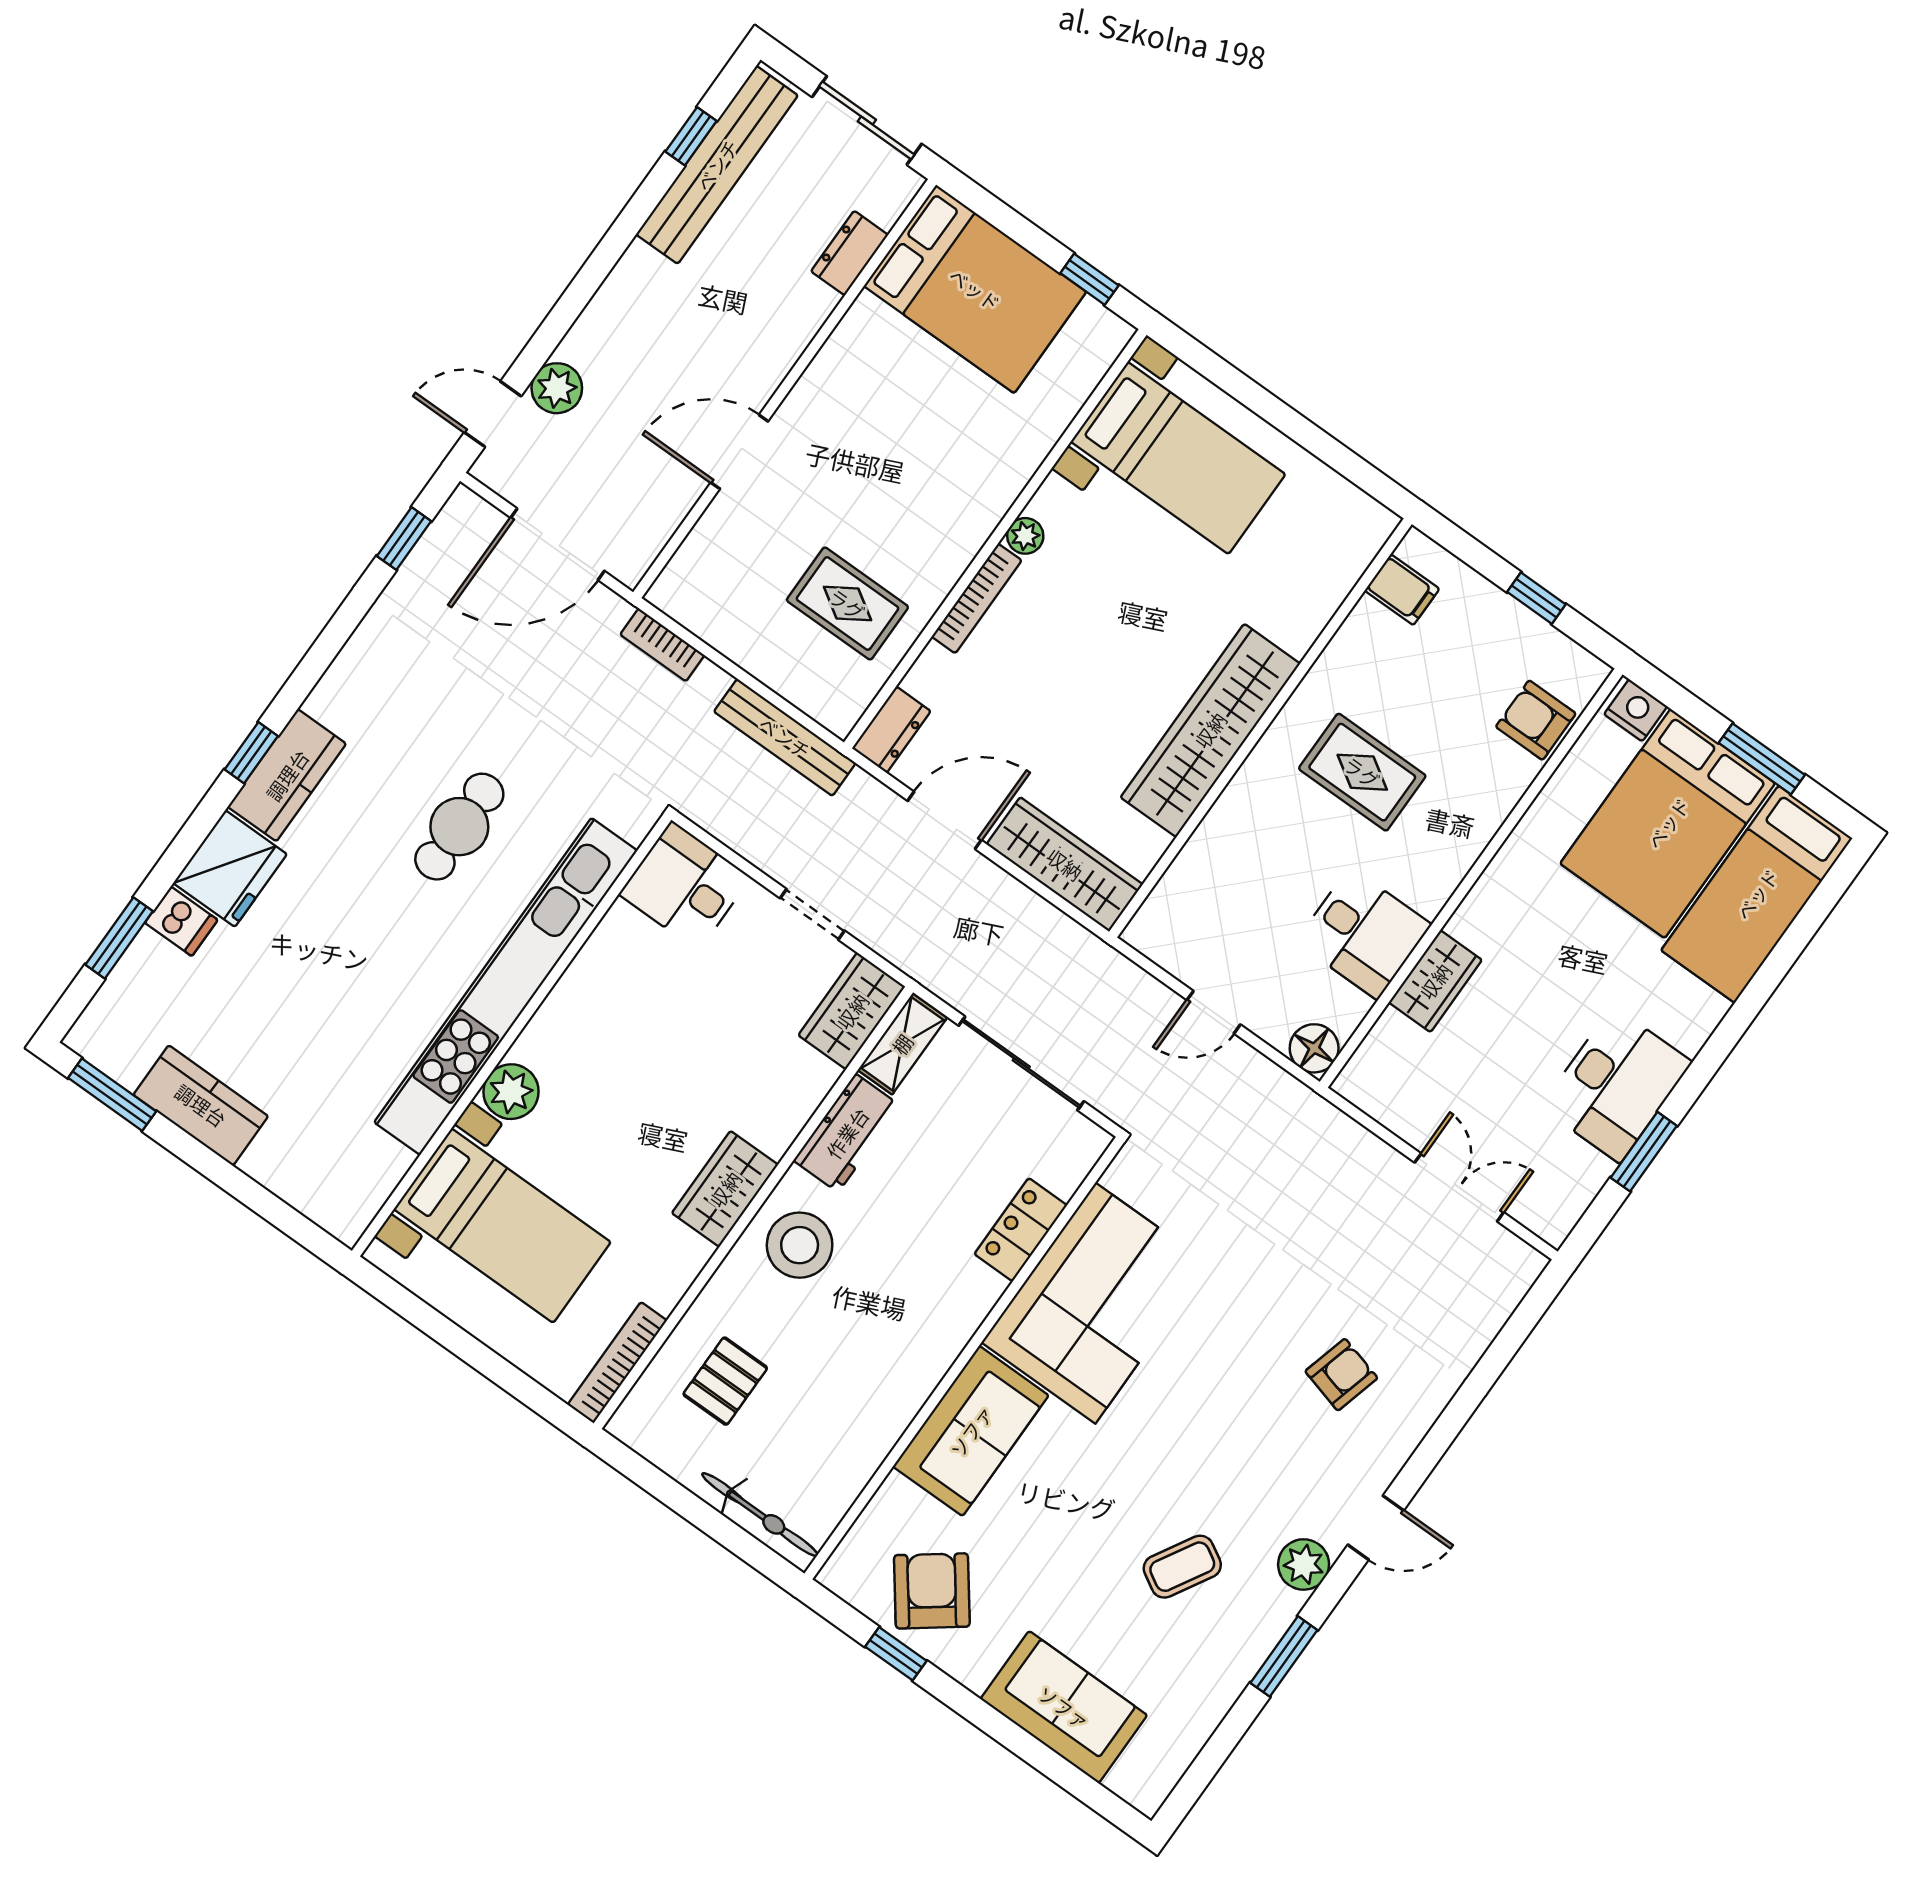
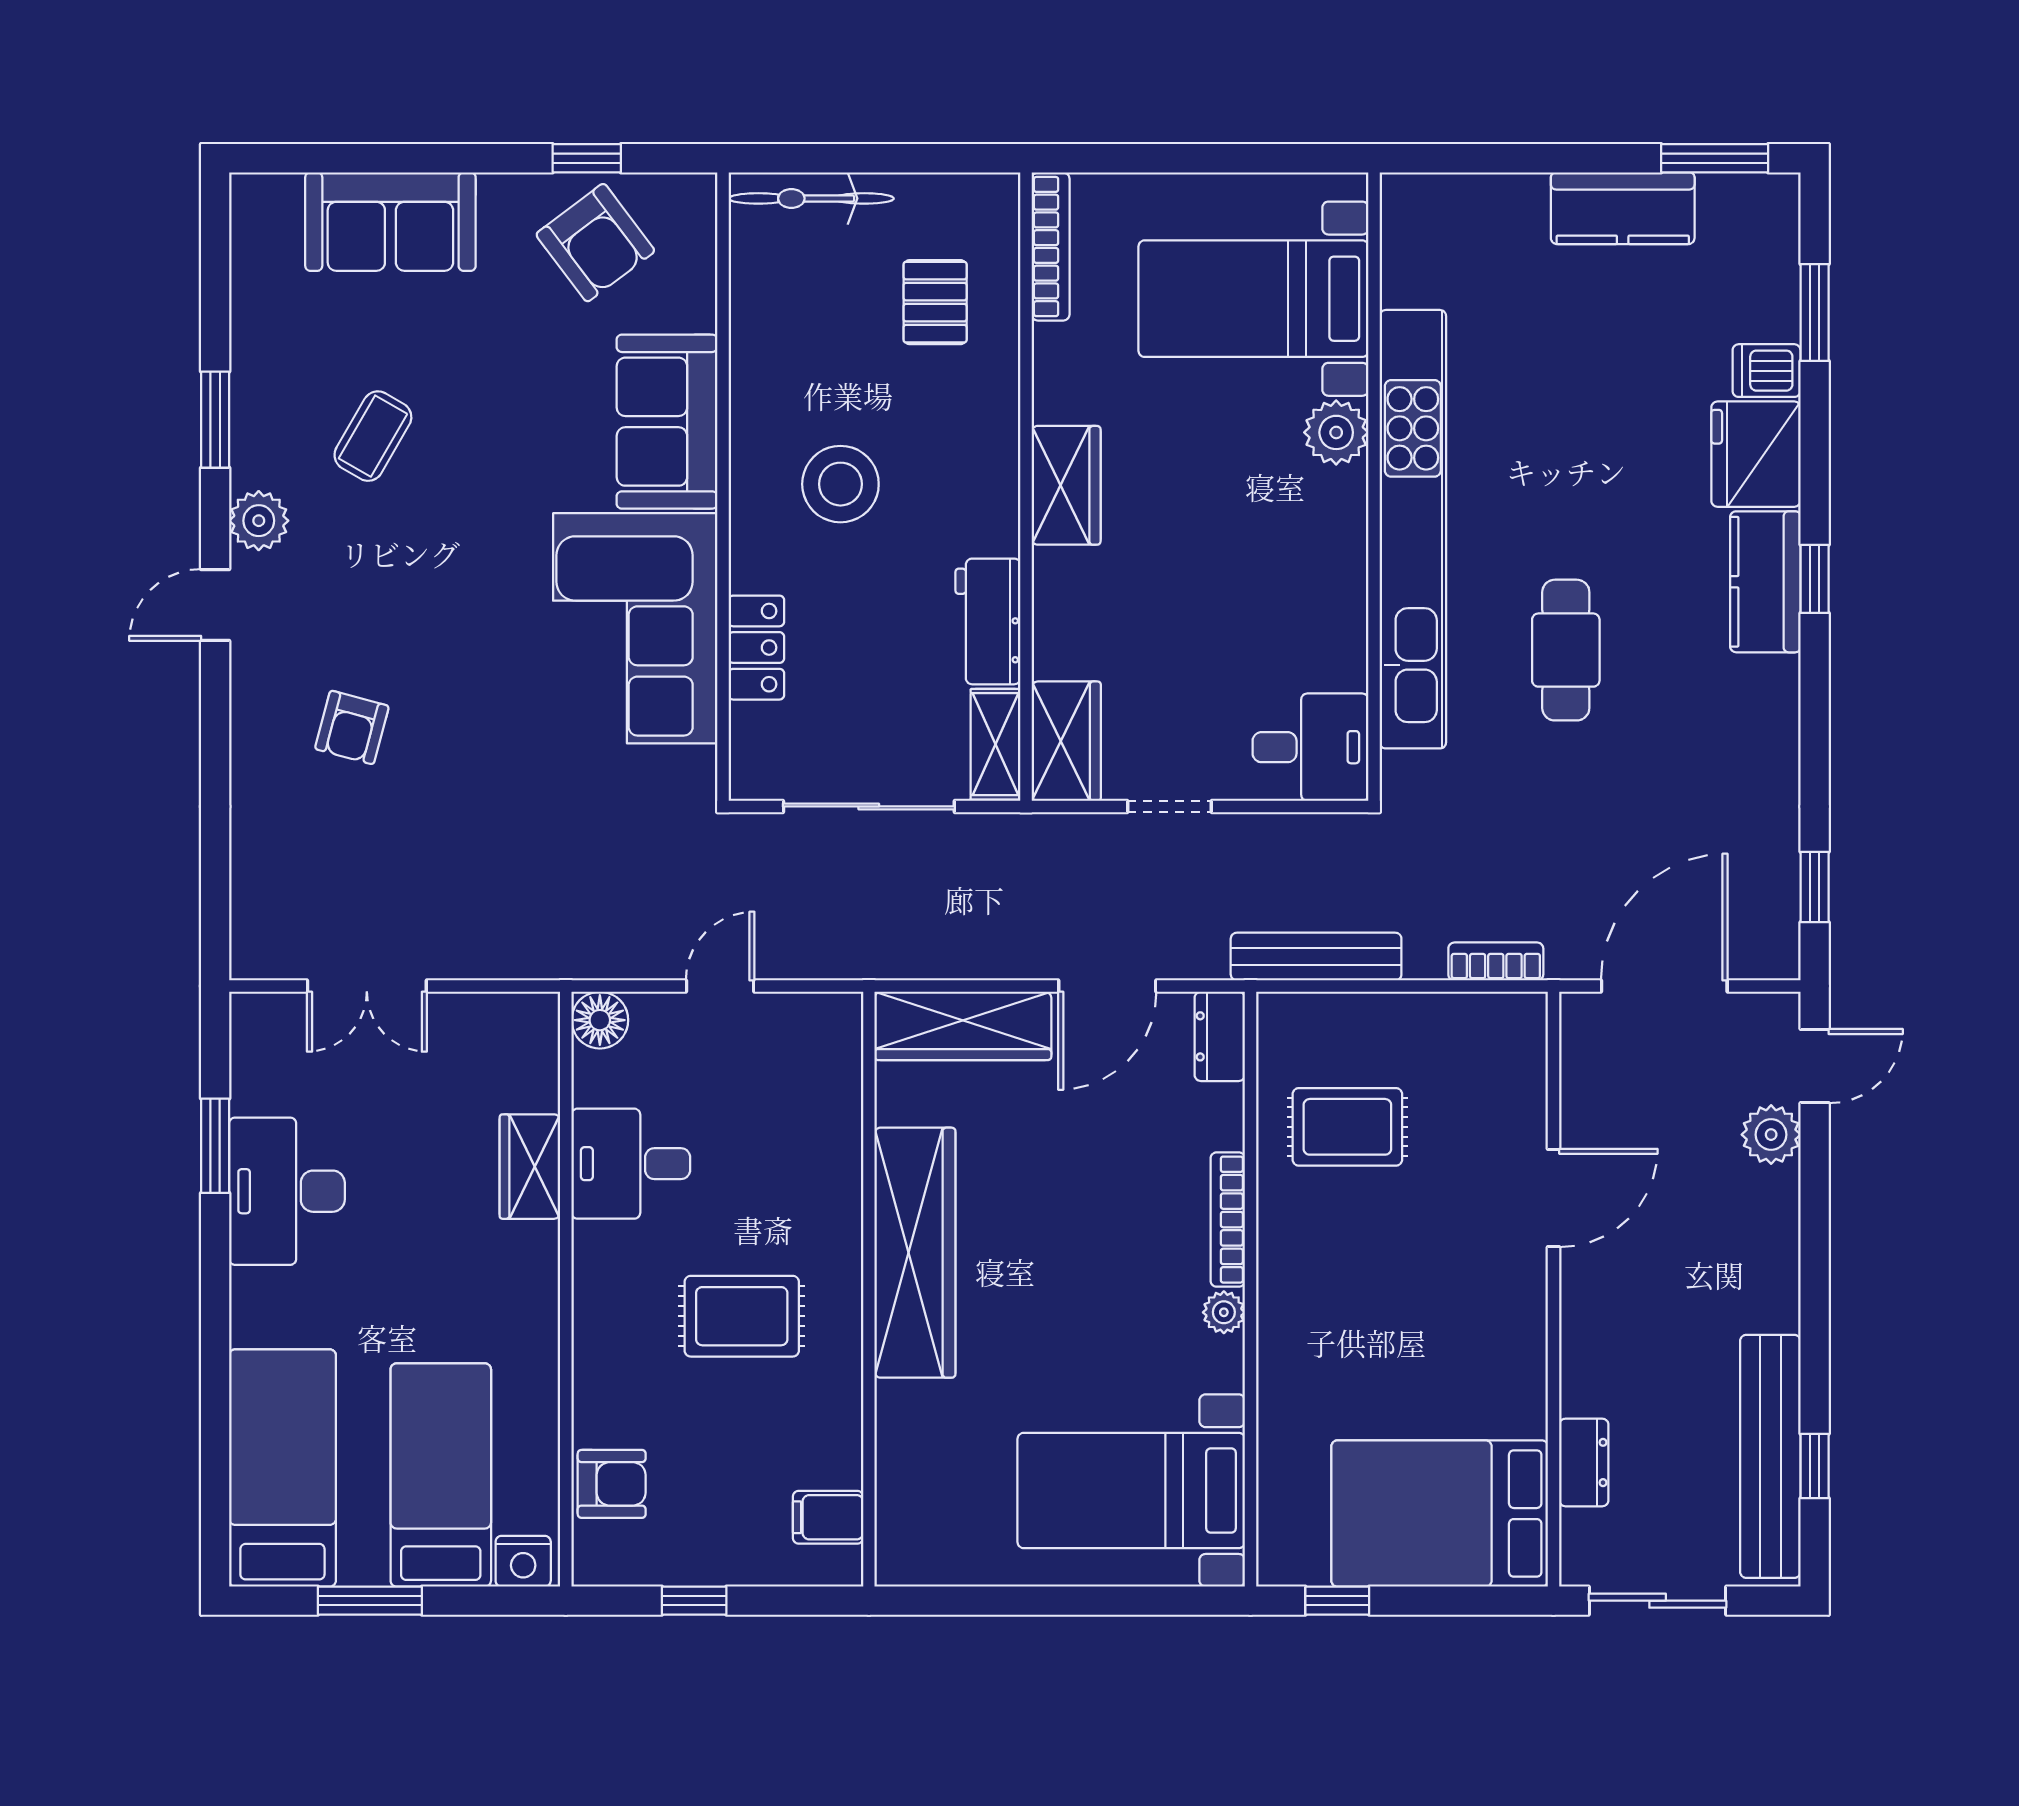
bed: (1668, 823) -> (441, 1475), width x0.67
stool: (800, 1245) -> (840, 484), moved

